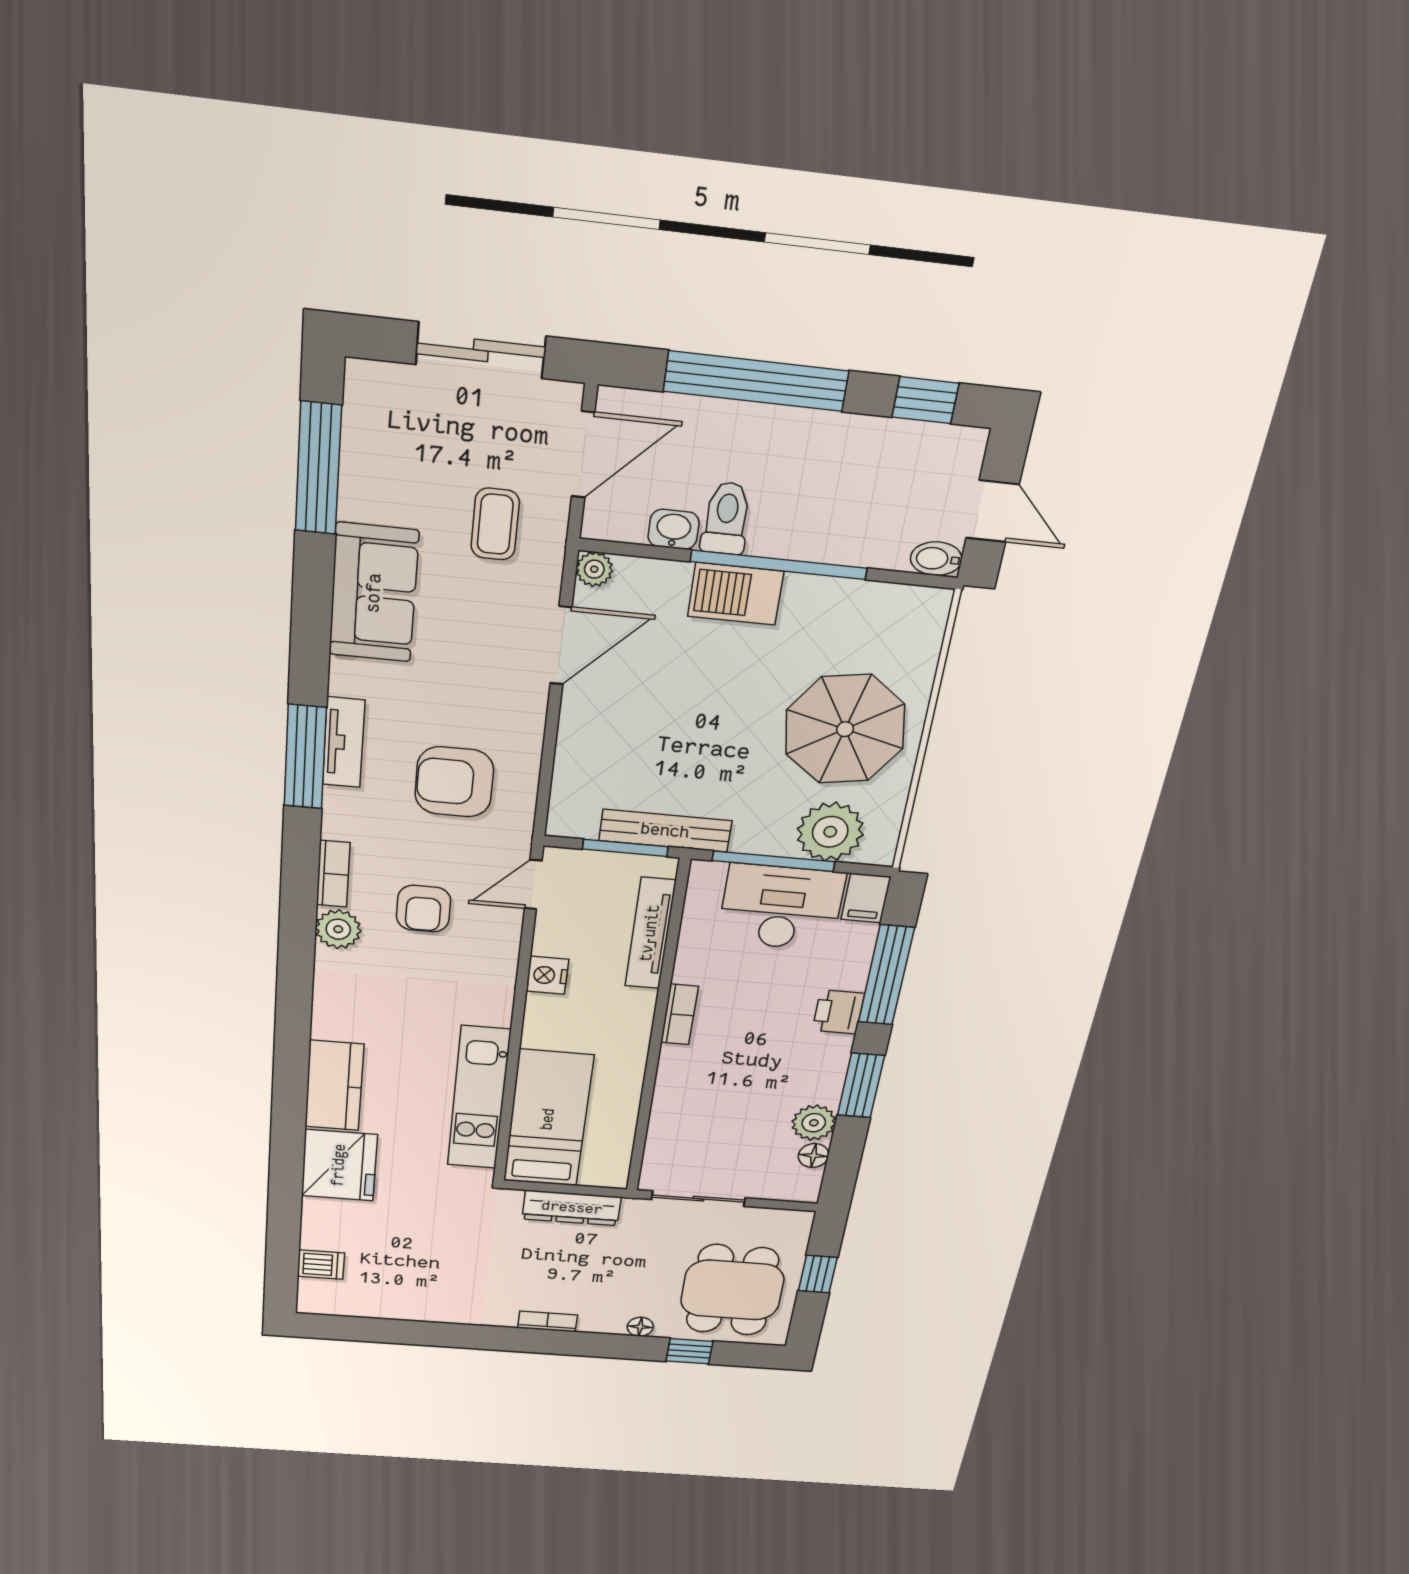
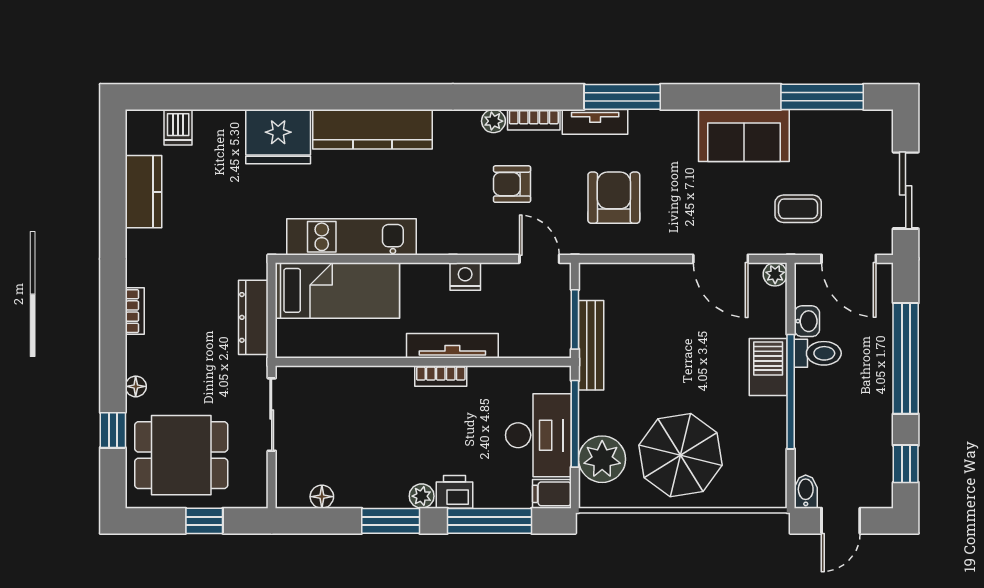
tv unit: (344, 742) -> (595, 122), moved
plant: (338, 929) -> (493, 121), width x0.73, depth x0.73
tv unit: (650, 933) -> (452, 346), moved
kitchen counter: (334, 1086) -> (372, 129), width x1.50
plant: (814, 1123) -> (422, 496), moved, width x0.73, depth x0.73
kitchen counter: (400, 1303) -> (143, 192), added

